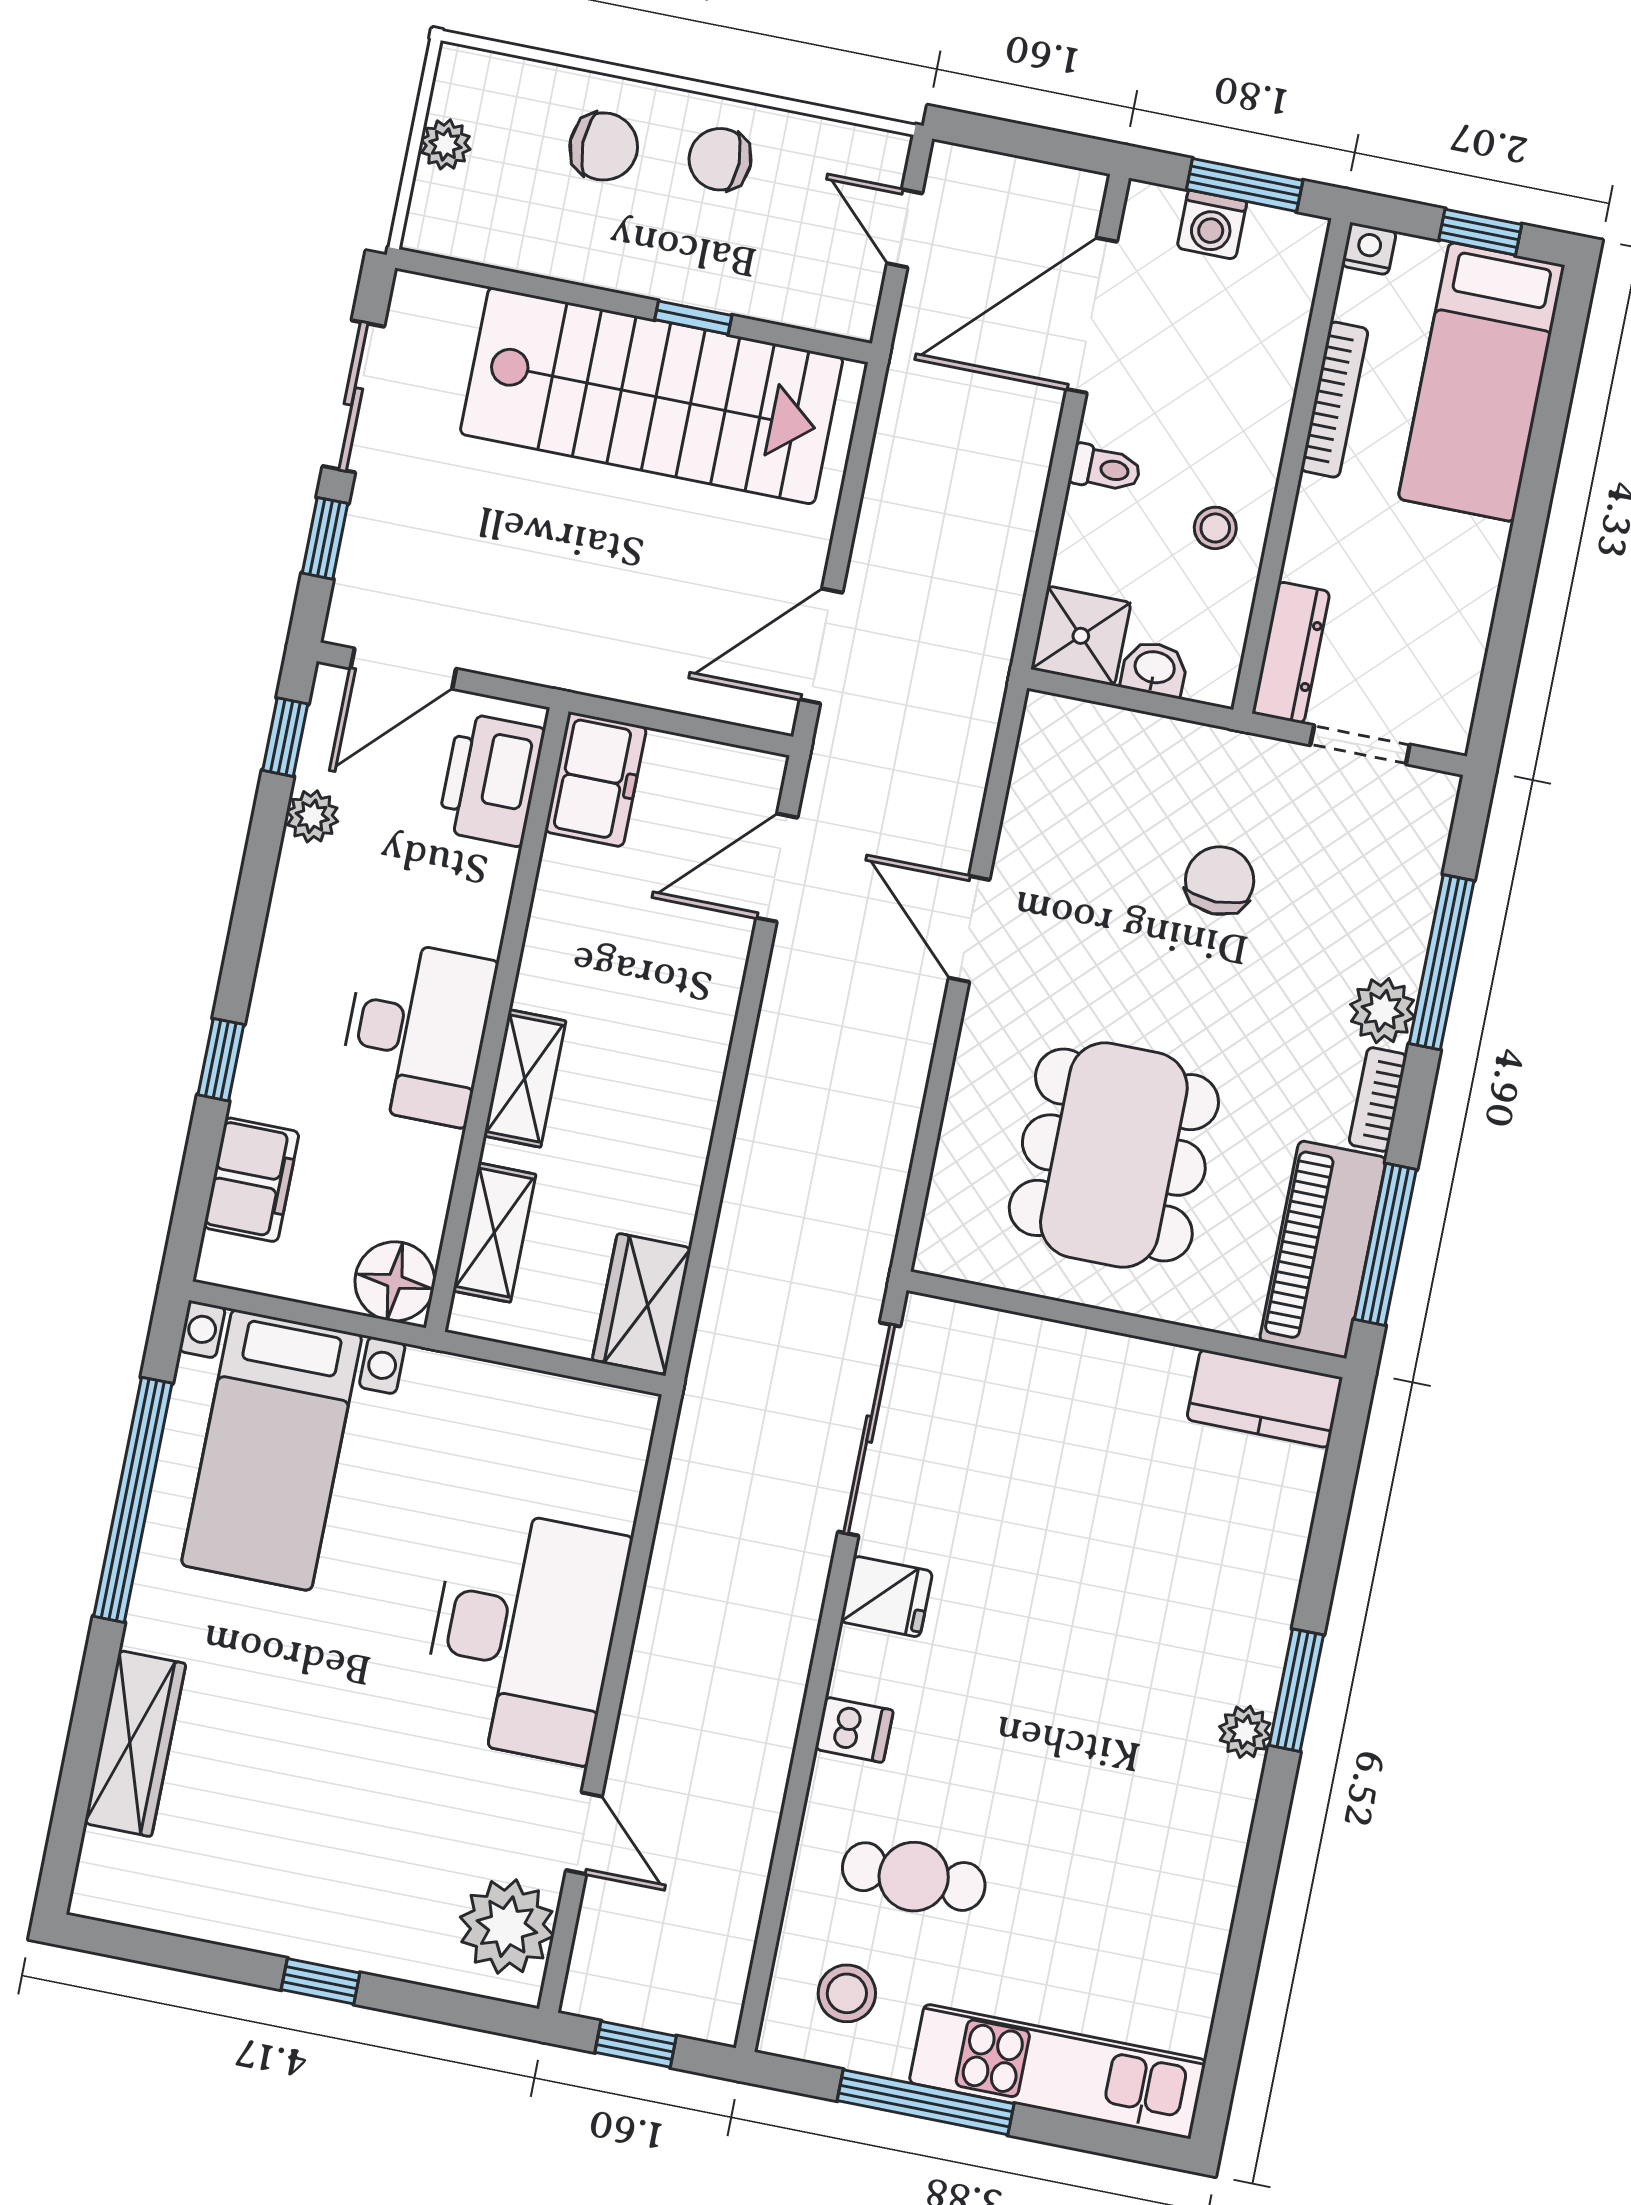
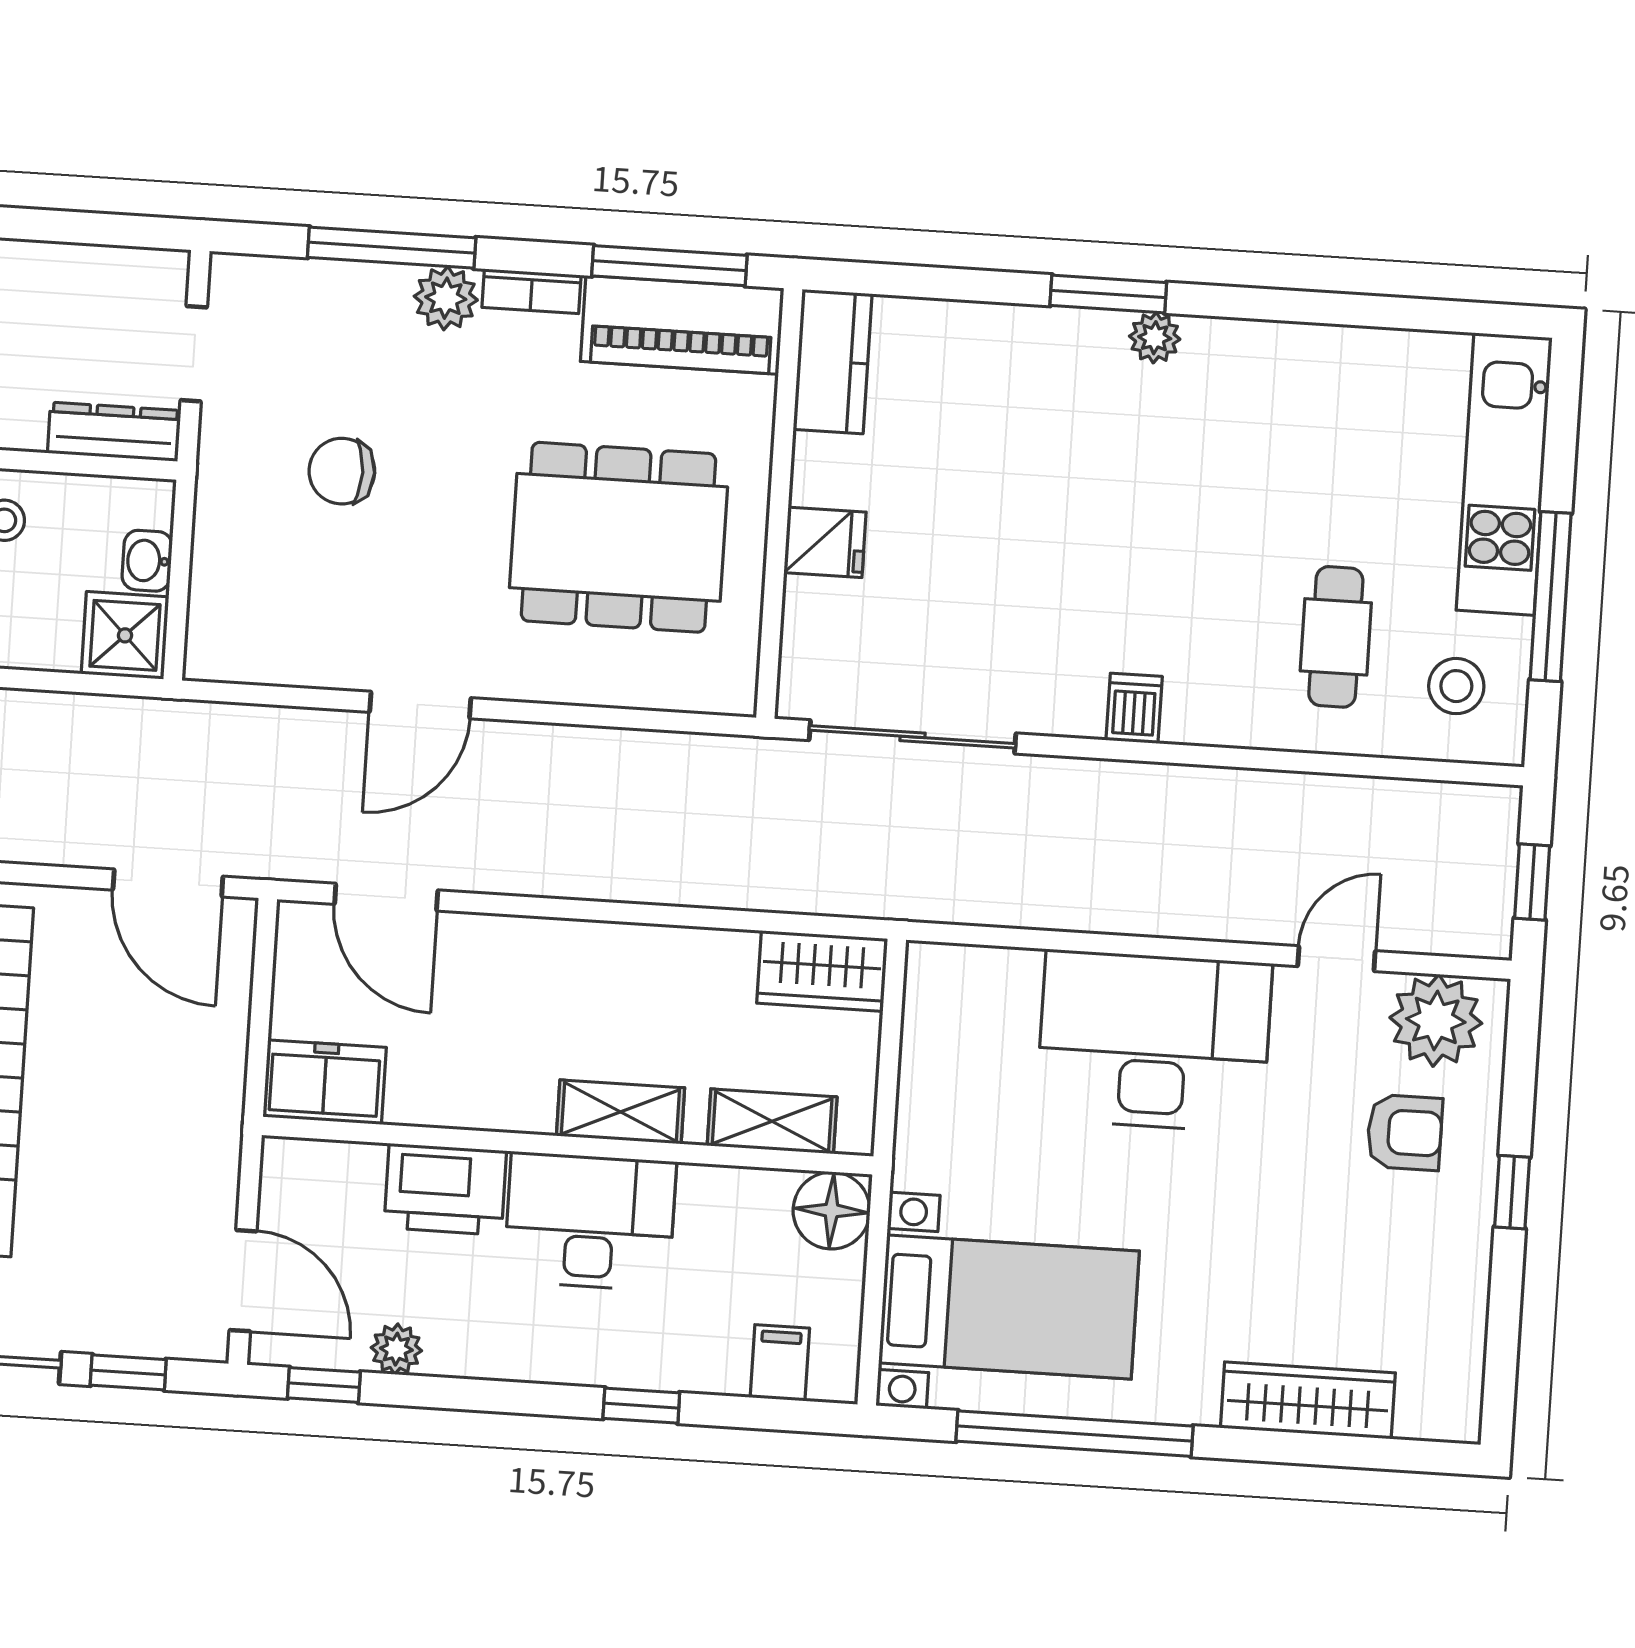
printer: (491, 780) -> (445, 1189), moved
filing cabinet: (251, 1180) -> (780, 1363), width x0.50
fridge: (887, 1597) -> (825, 542), moved, turned 90
dishwasher: (854, 1730) -> (1134, 708), moved
armchair: (396, 1879) -> (1405, 1132), added

